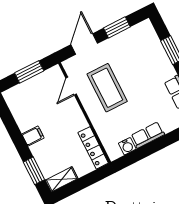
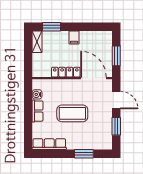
door: (71, 86) -> (94, 78), width x1.87
coffee table: (107, 88) -> (72, 113), moved
locker: (93, 148) -> (66, 72), moved

